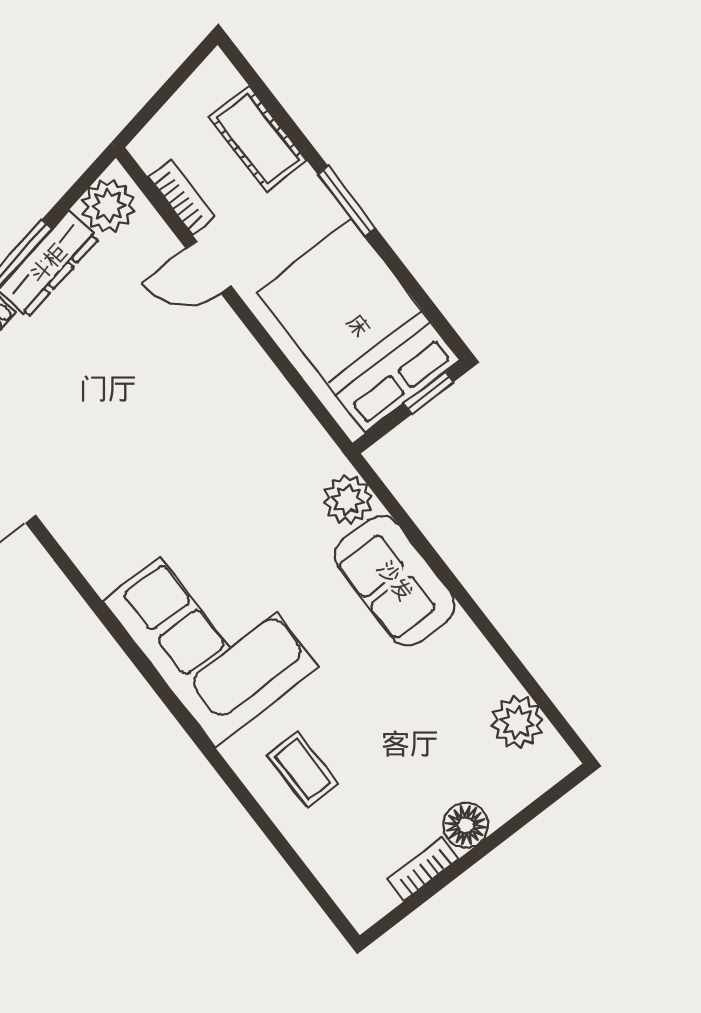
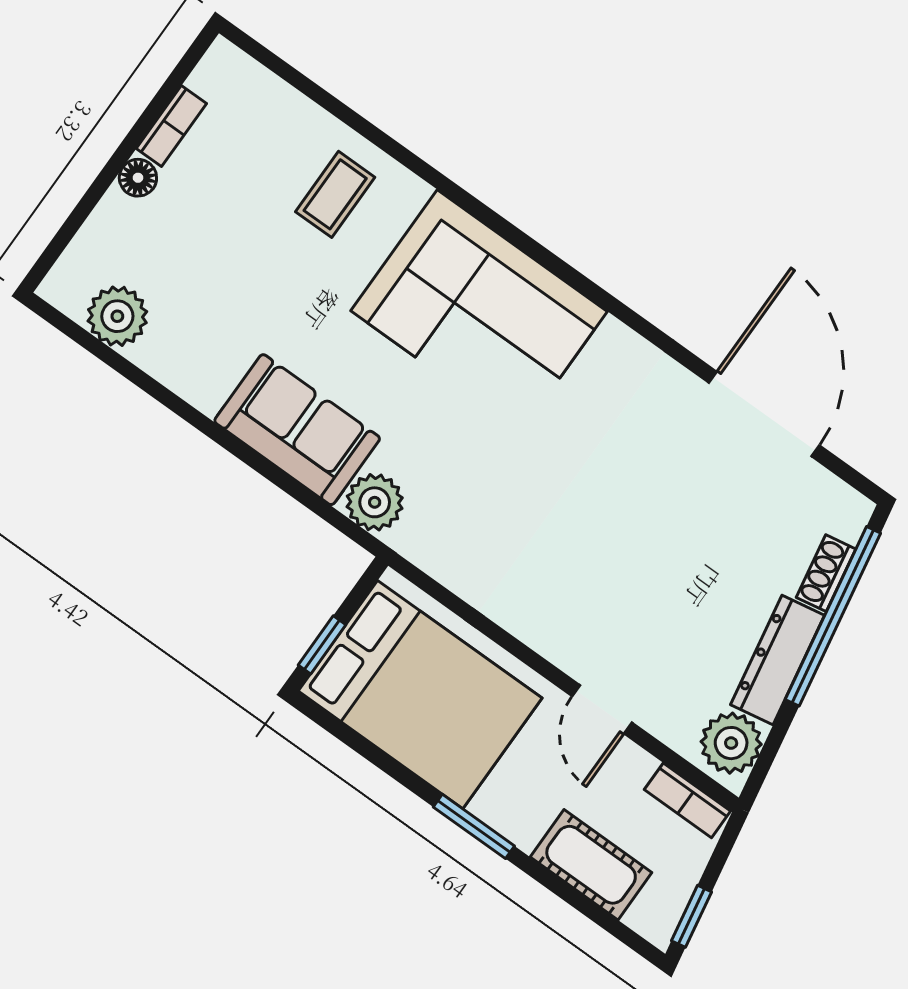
window: (186, 70) -> (691, 916), added
bookcase: (182, 198) -> (687, 800), moved
door: (209, 267) -> (602, 709), swing flipped
coffee table: (303, 769) -> (335, 194), turned 90
floor lamp: (466, 825) -> (138, 178), width x0.73, depth x0.73

